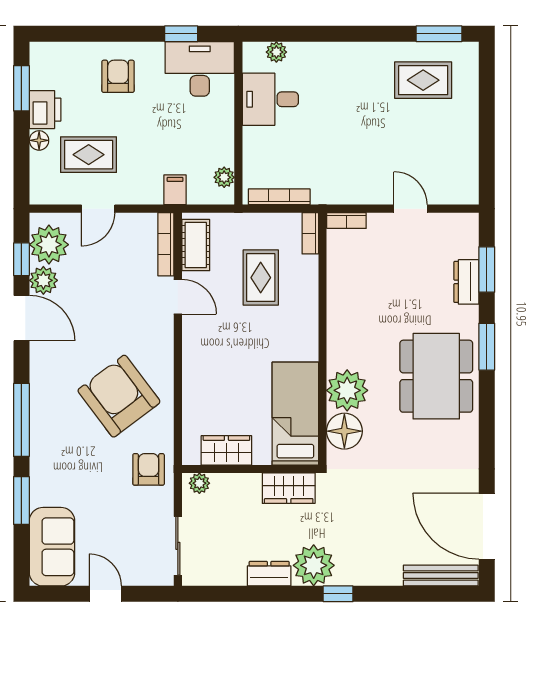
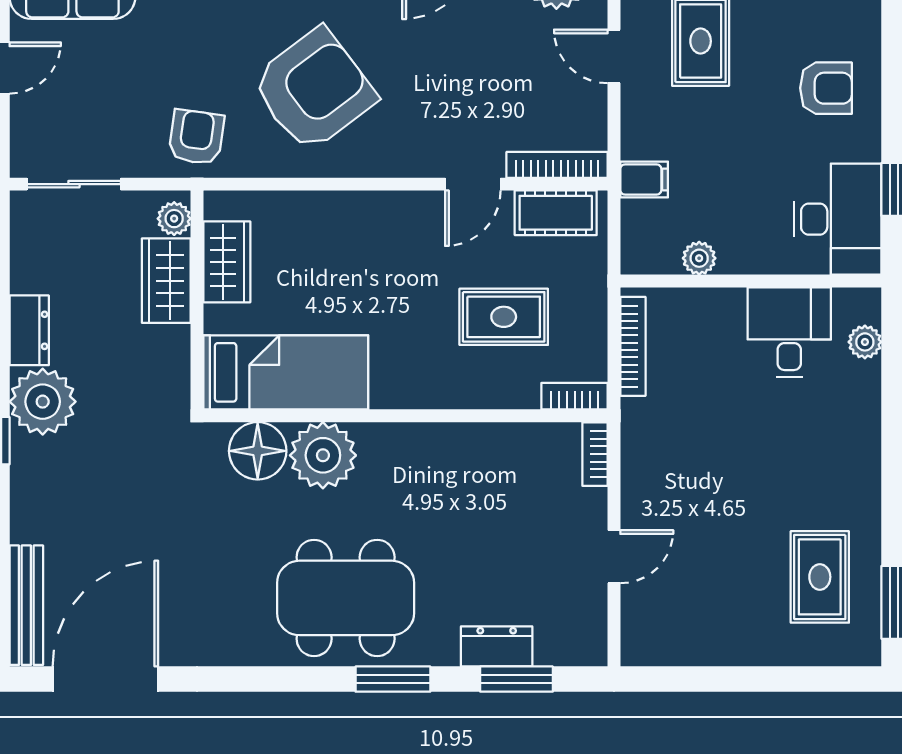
plant: (224, 177) -> (699, 258), moved
armchair: (149, 469) -> (196, 137), turned -82
wardrobe: (289, 488) -> (166, 281), moved

